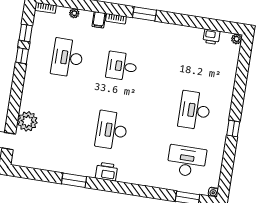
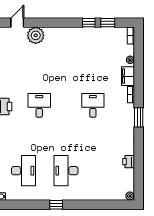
filing cabinet: (99, 20) -> (128, 76), width x2.00
printer: (211, 37) -> (129, 162), moved
desk: (67, 58) -> (93, 60), removed
desk: (195, 110) -> (66, 171), turned -90
desk: (112, 130) -> (39, 105), width x0.73

